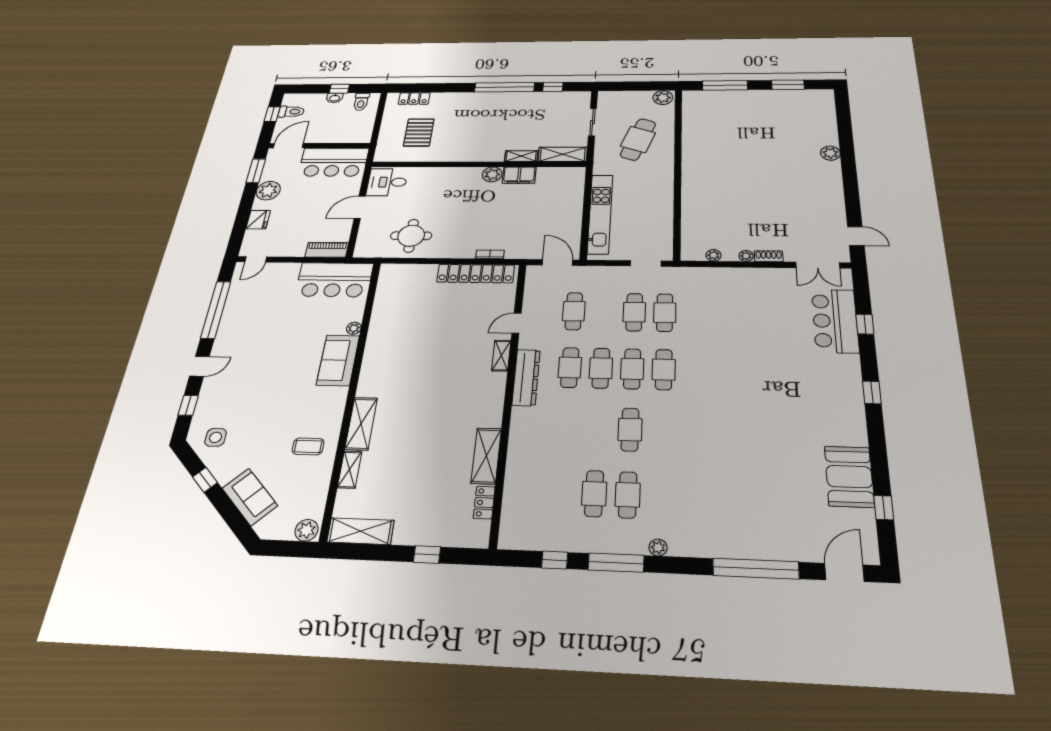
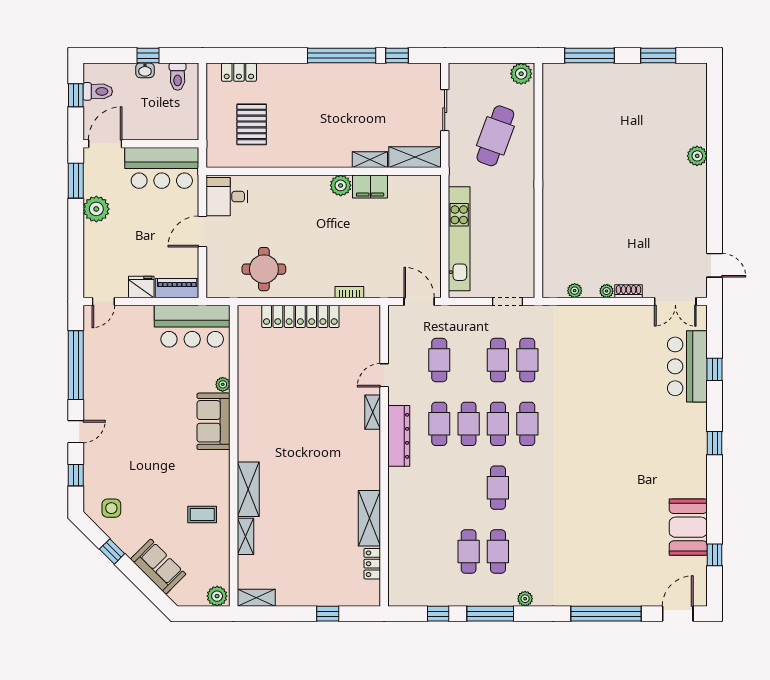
fridge: (258, 220) -> (141, 287), moved, turned -90
locker: (476, 274) -> (300, 316), moved
shelving: (360, 531) -> (256, 598), width x0.67, depth x0.75

